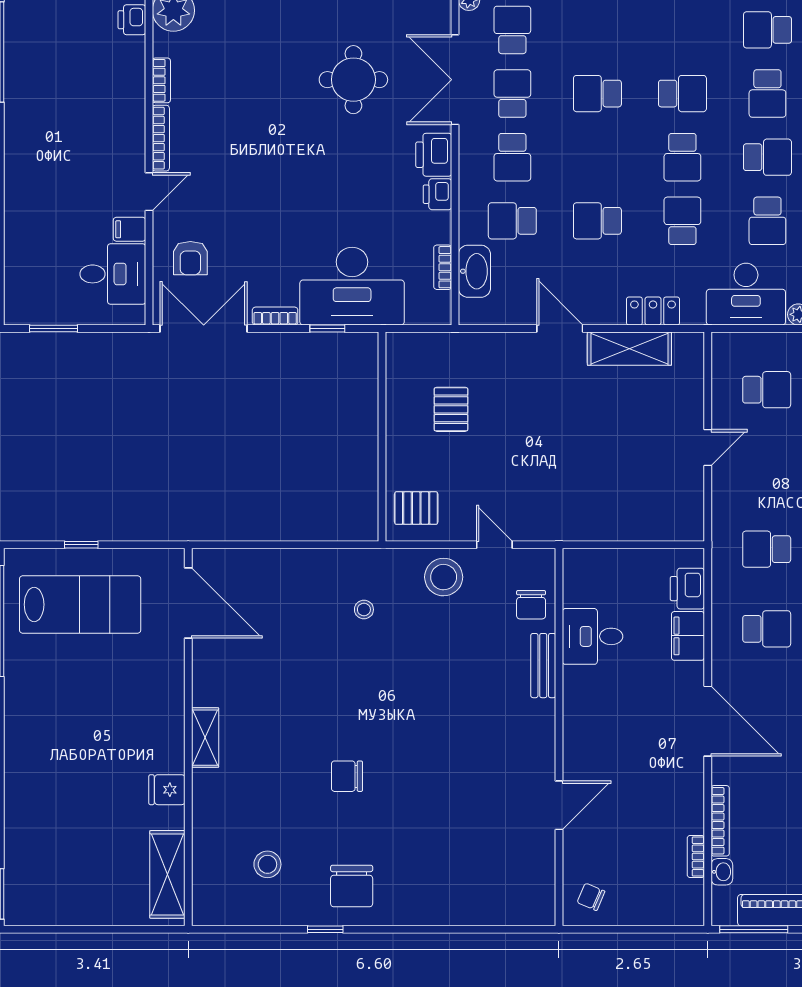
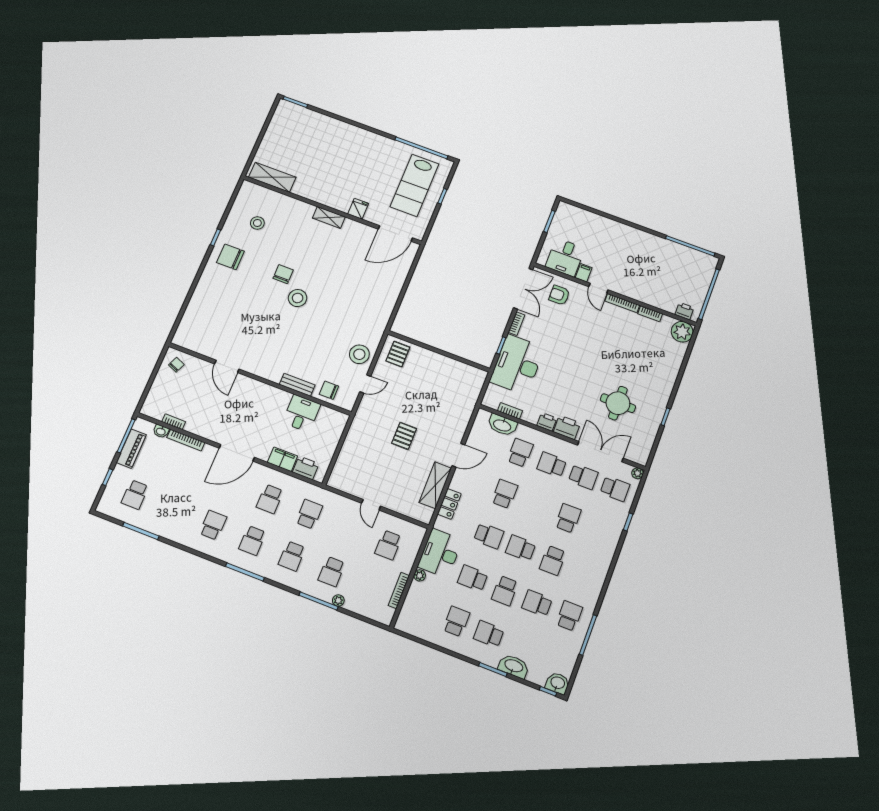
pallet: (451, 409) -> (404, 436), moved, turned 90
stool: (364, 610) -> (298, 298), moved, width x1.89, depth x1.89
fridge: (167, 790) -> (358, 209), moved

